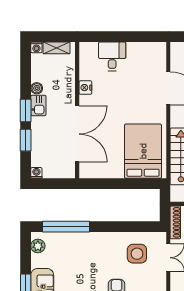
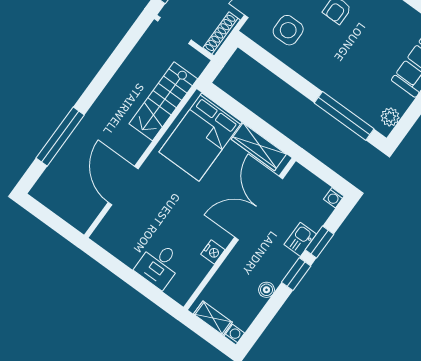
kitchen sink: (38, 105) -> (300, 239), moved
wardrobe: (104, 171) -> (259, 147), added

